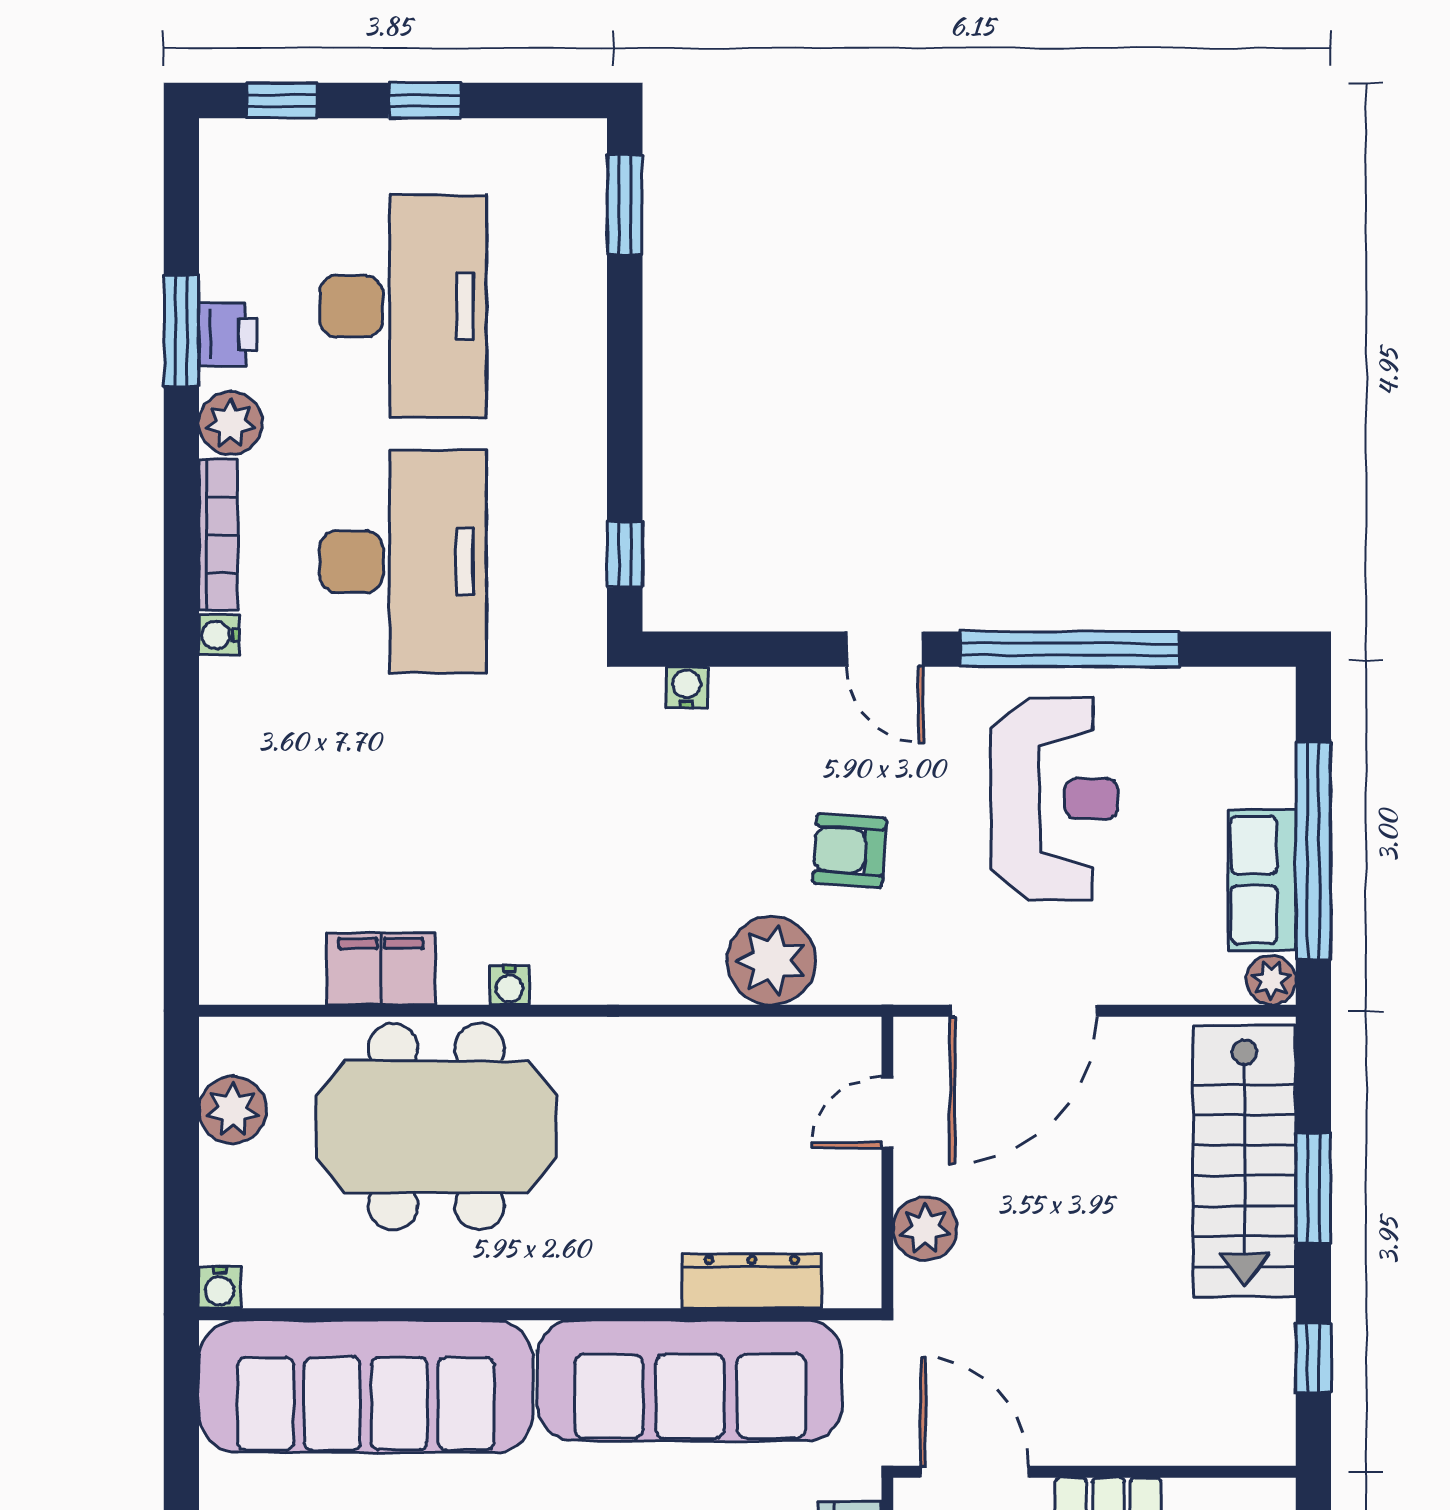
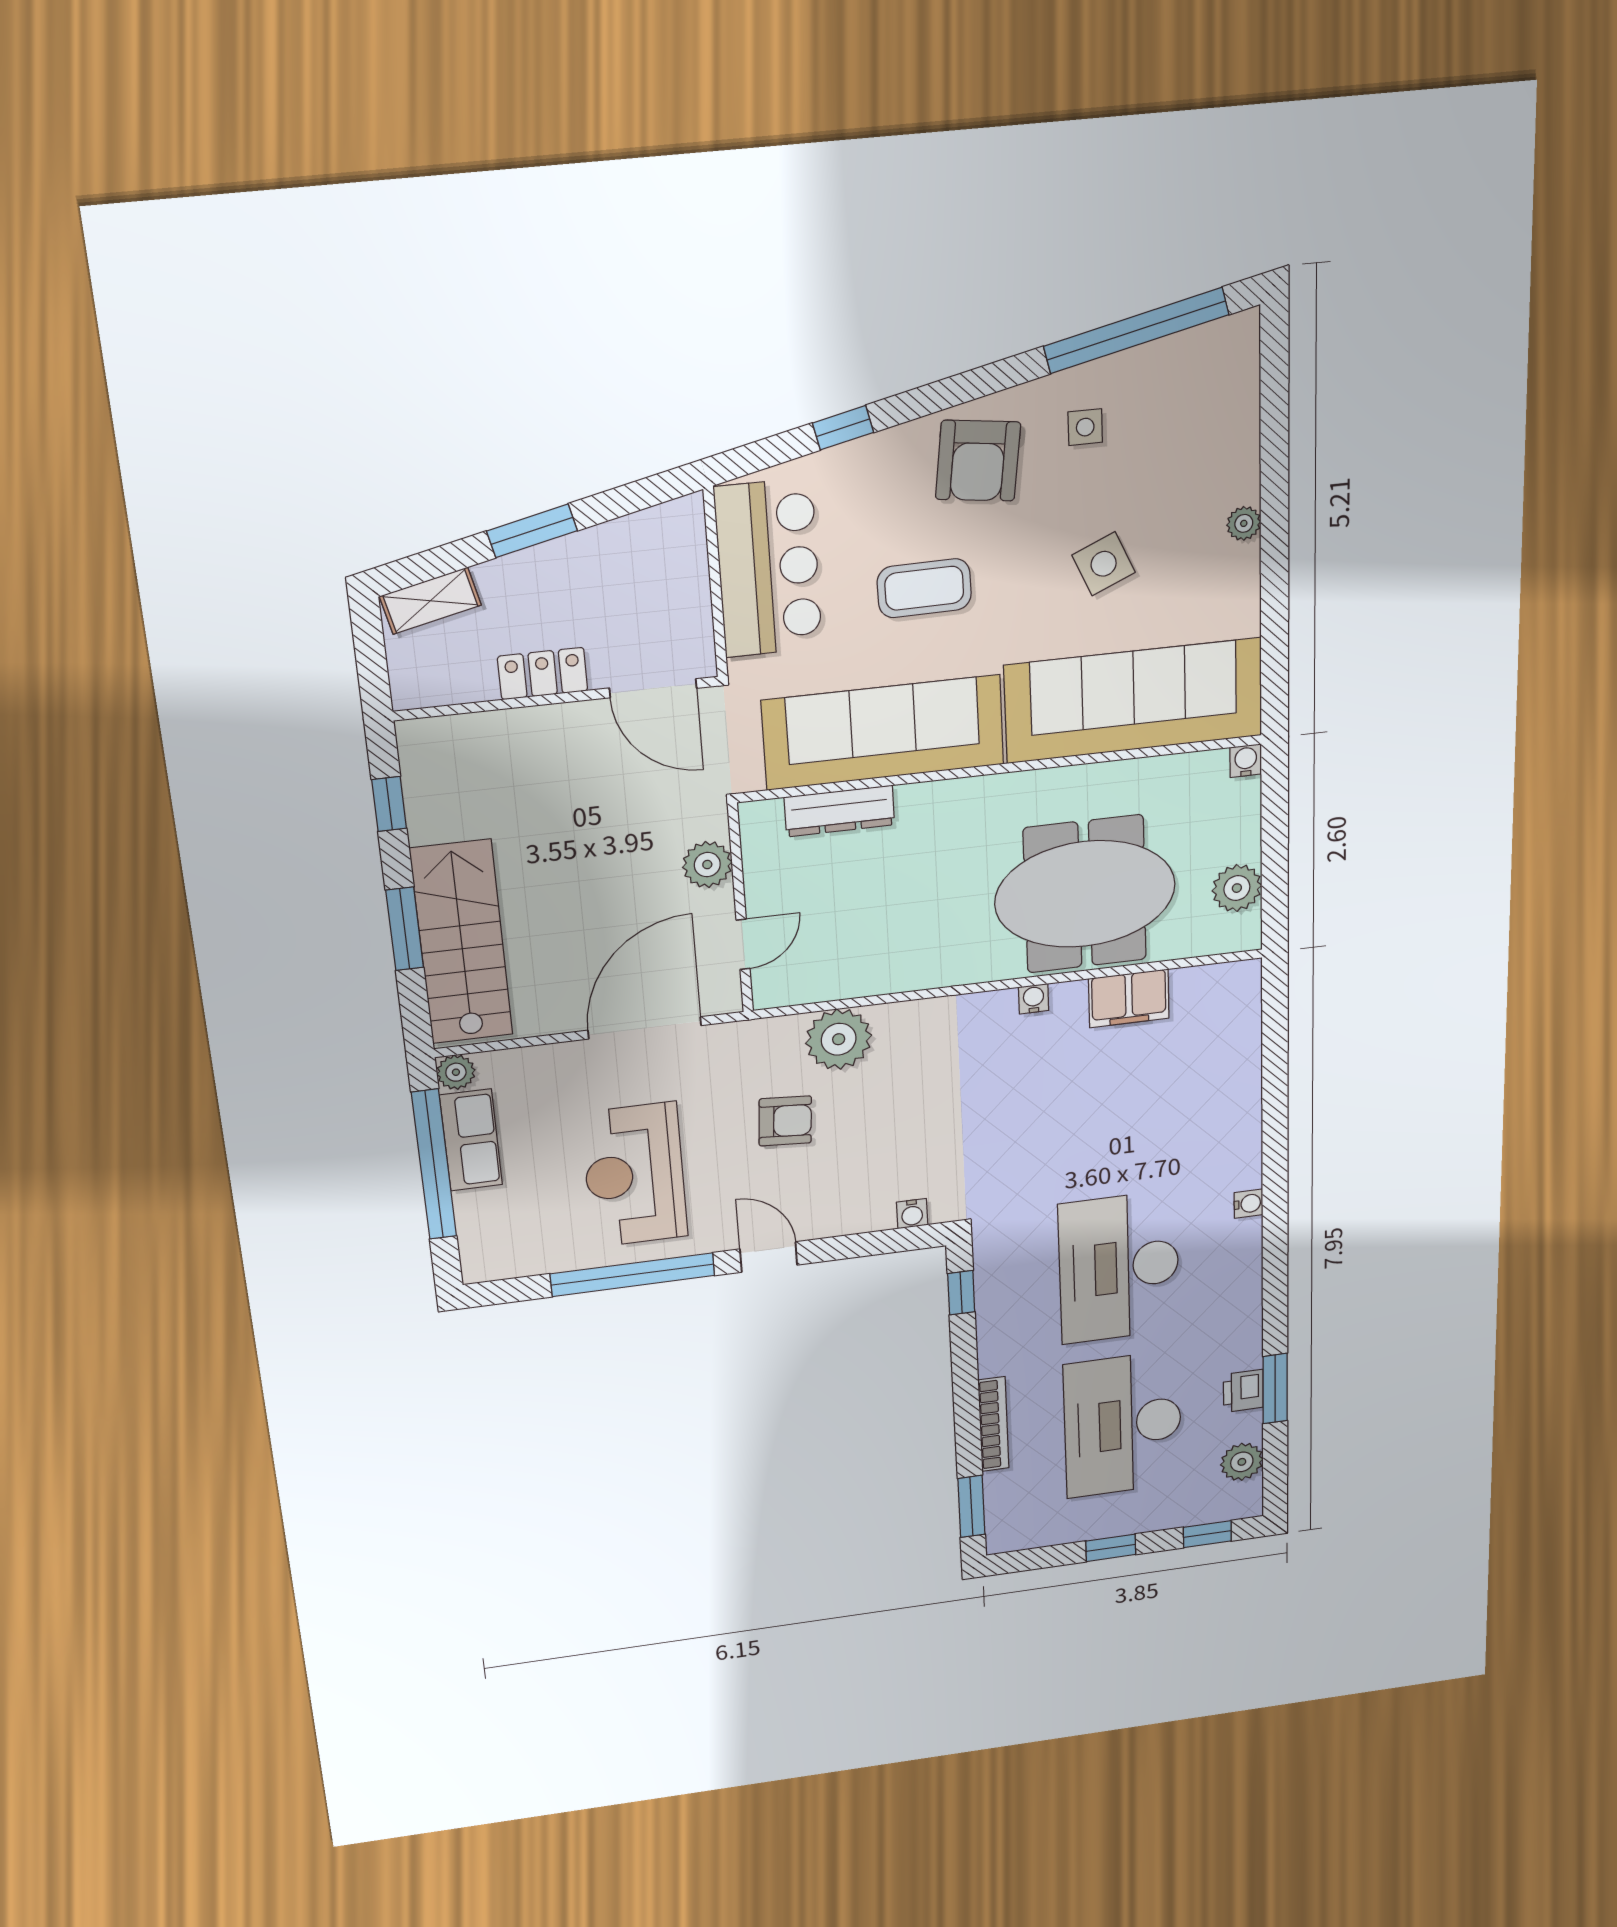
plant: (230, 423) -> (1242, 1462), moved
bookcase: (218, 535) -> (993, 1424), moved, turned 180

